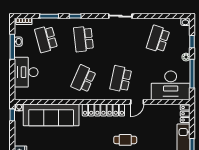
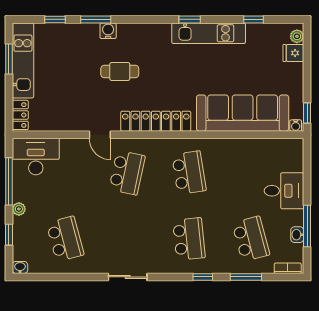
school desk: (158, 39) -> (65, 239), turned -33
desk: (26, 72) -> (284, 191), width x0.73
school desk: (83, 79) -> (189, 173), turned -33
desk: (171, 85) -> (36, 156), width x0.73, depth x0.77
door: (137, 102) -> (100, 135), swing flipped

